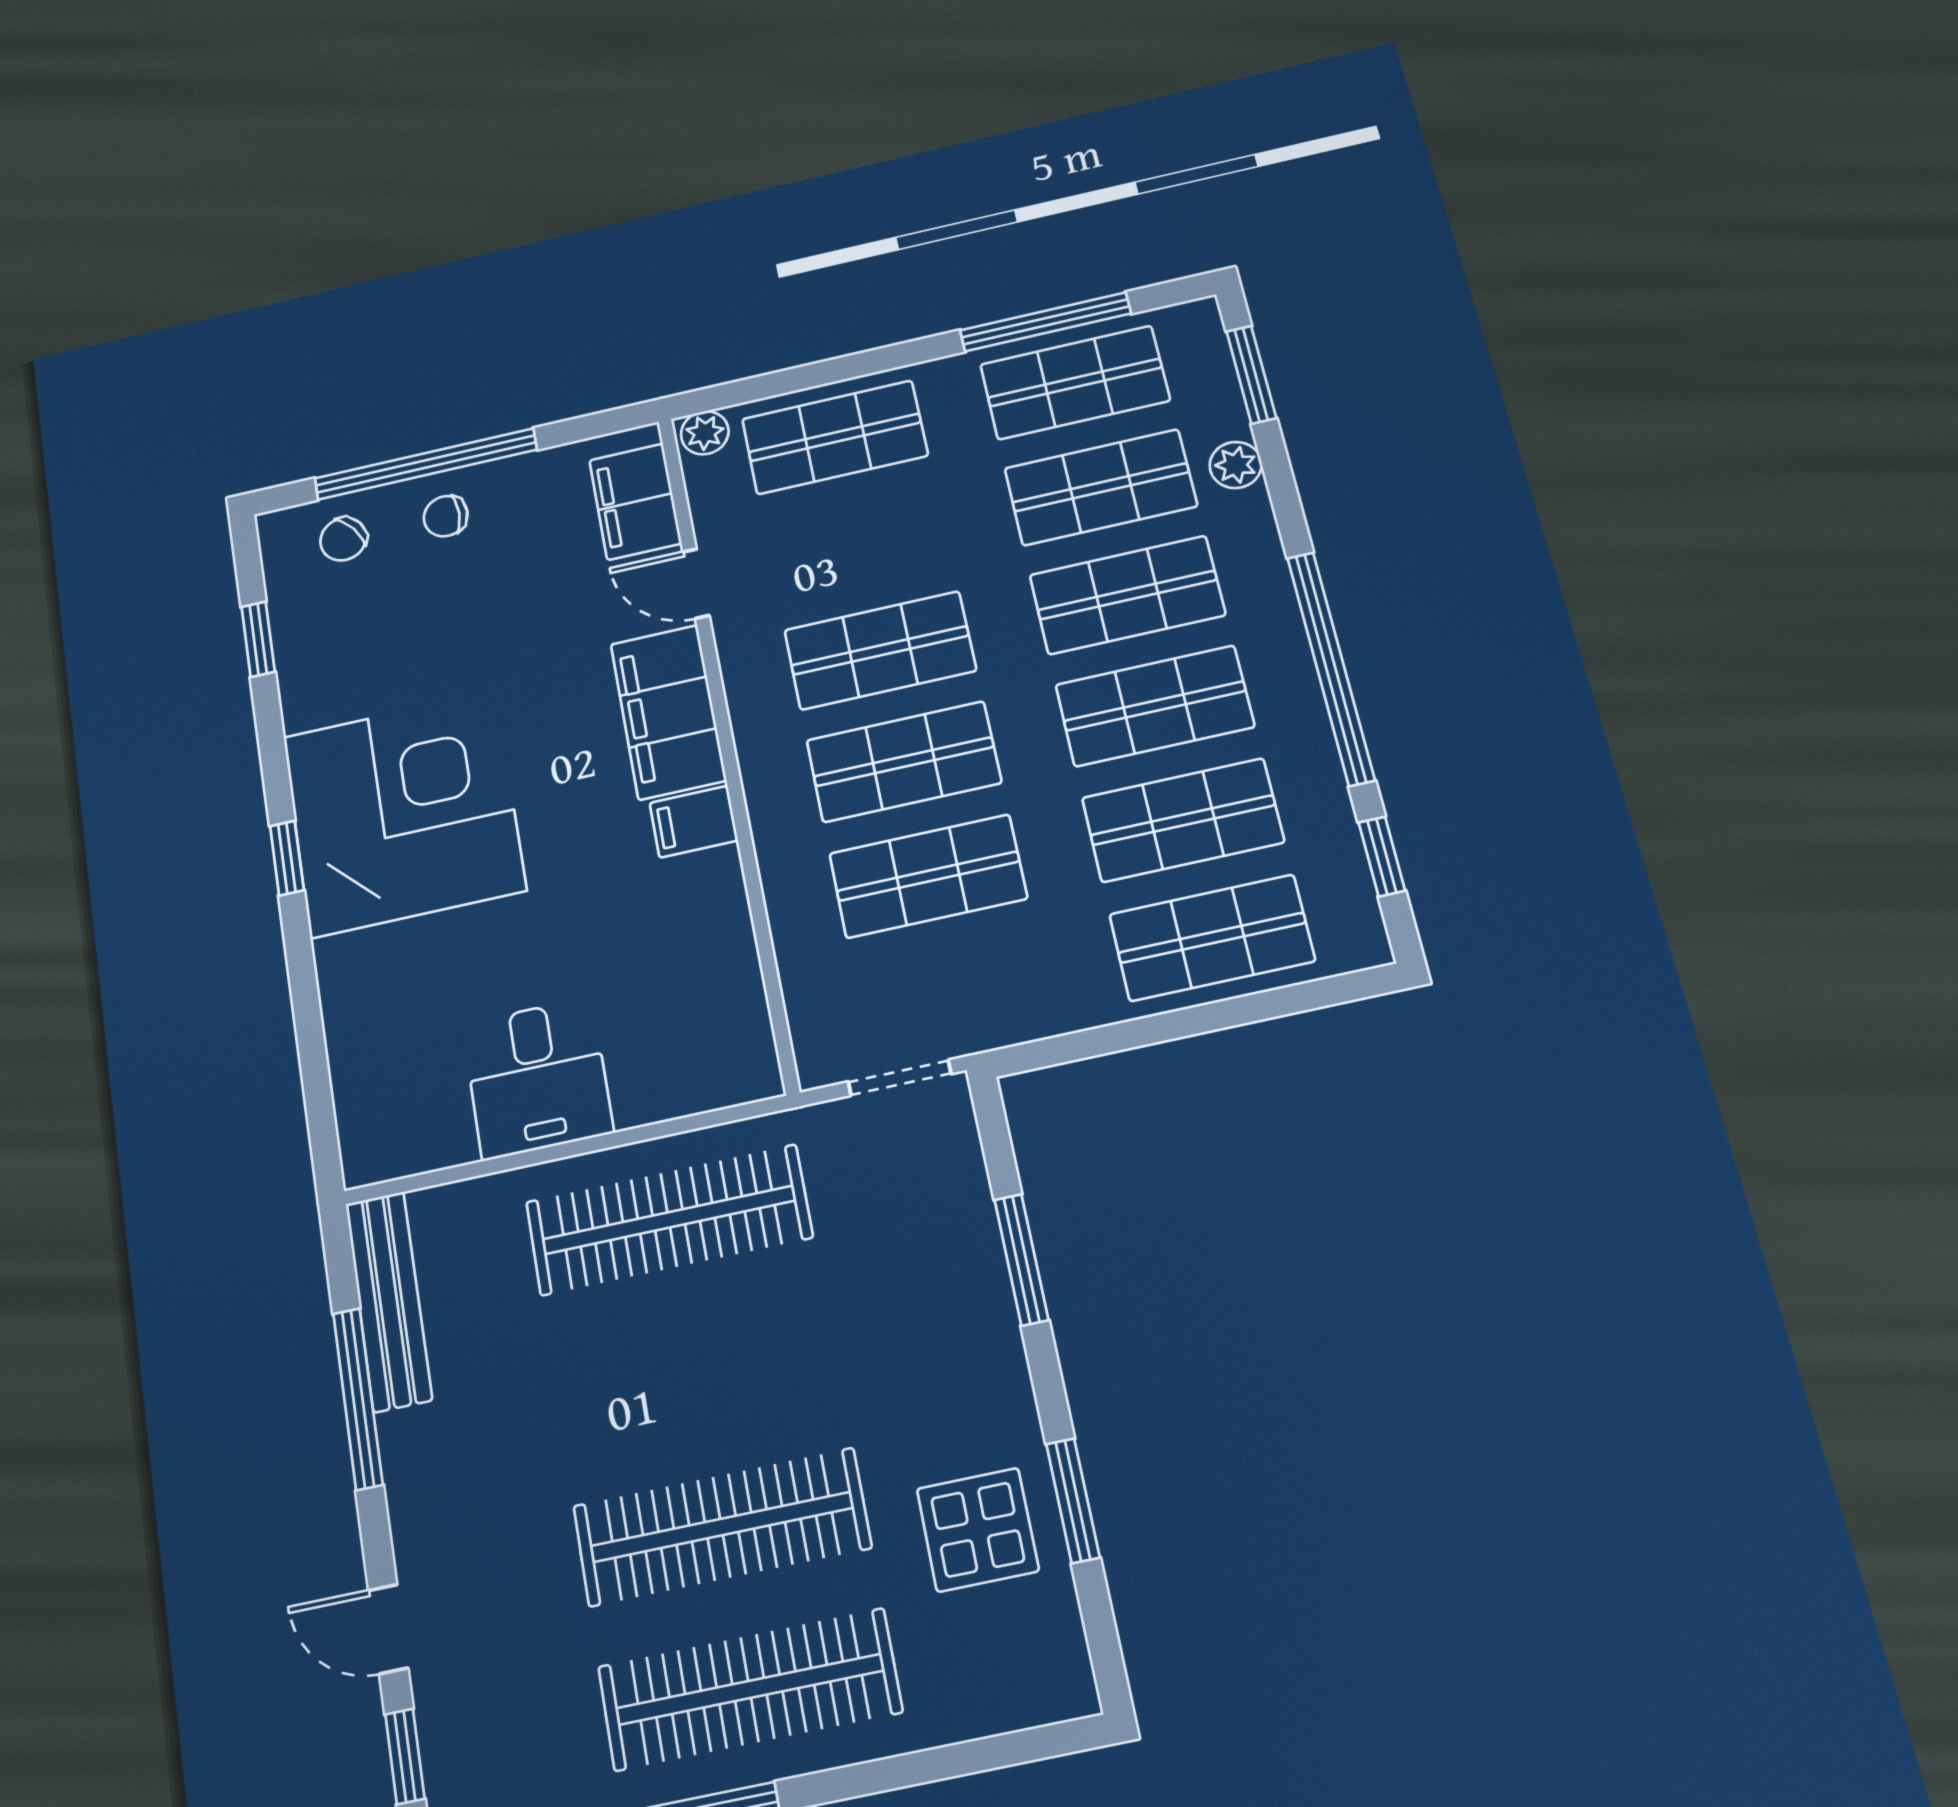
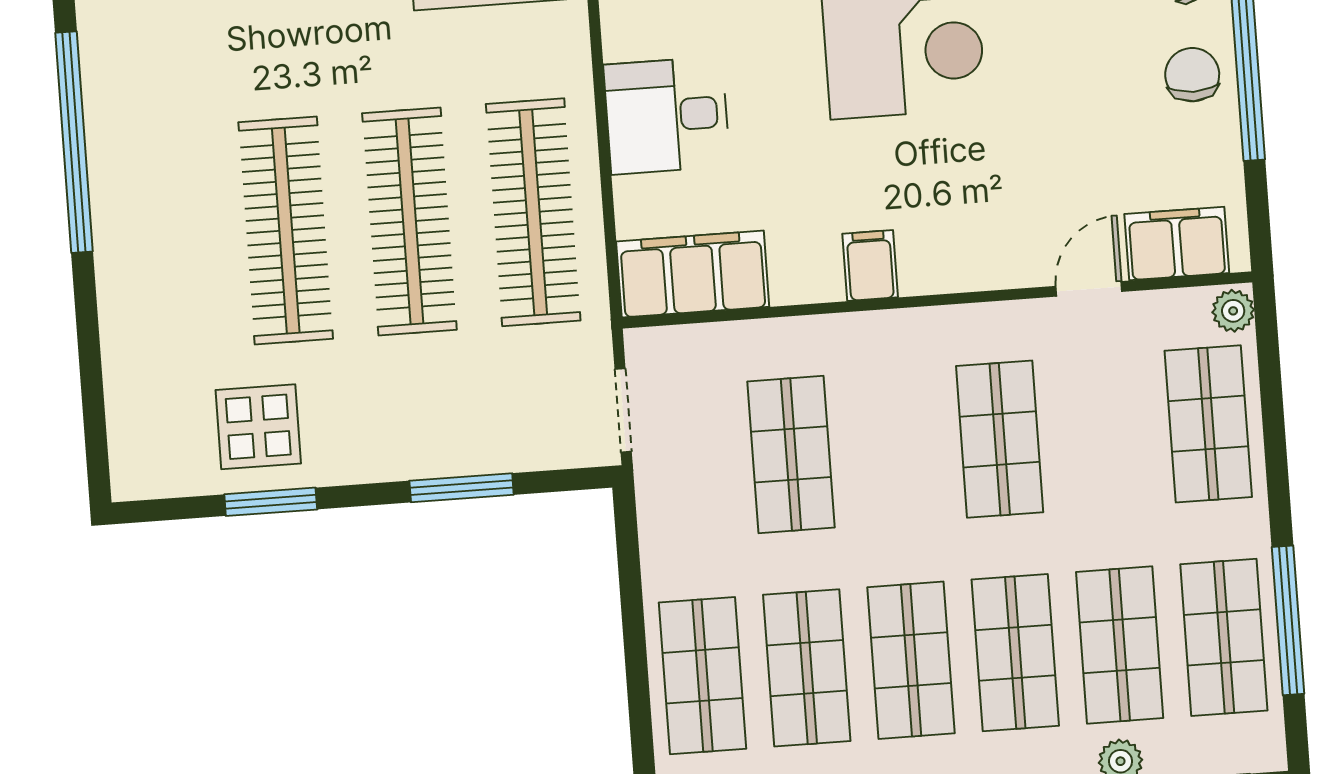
chair: (446, 516) -> (1192, 75), width x1.37, depth x1.37
filing cabinet: (668, 712) -> (693, 274), moved
shop shelf: (904, 762) -> (895, 447), removed
clothes rail: (750, 1689) -> (409, 221), moved

